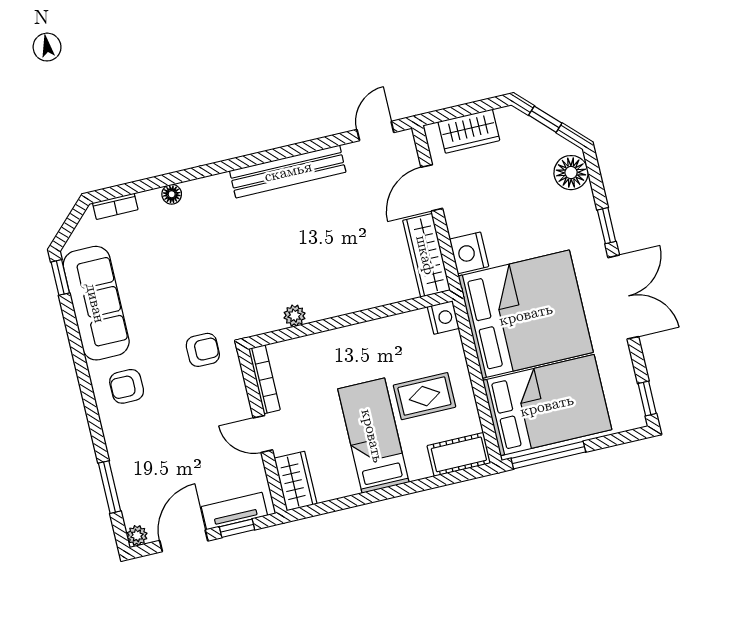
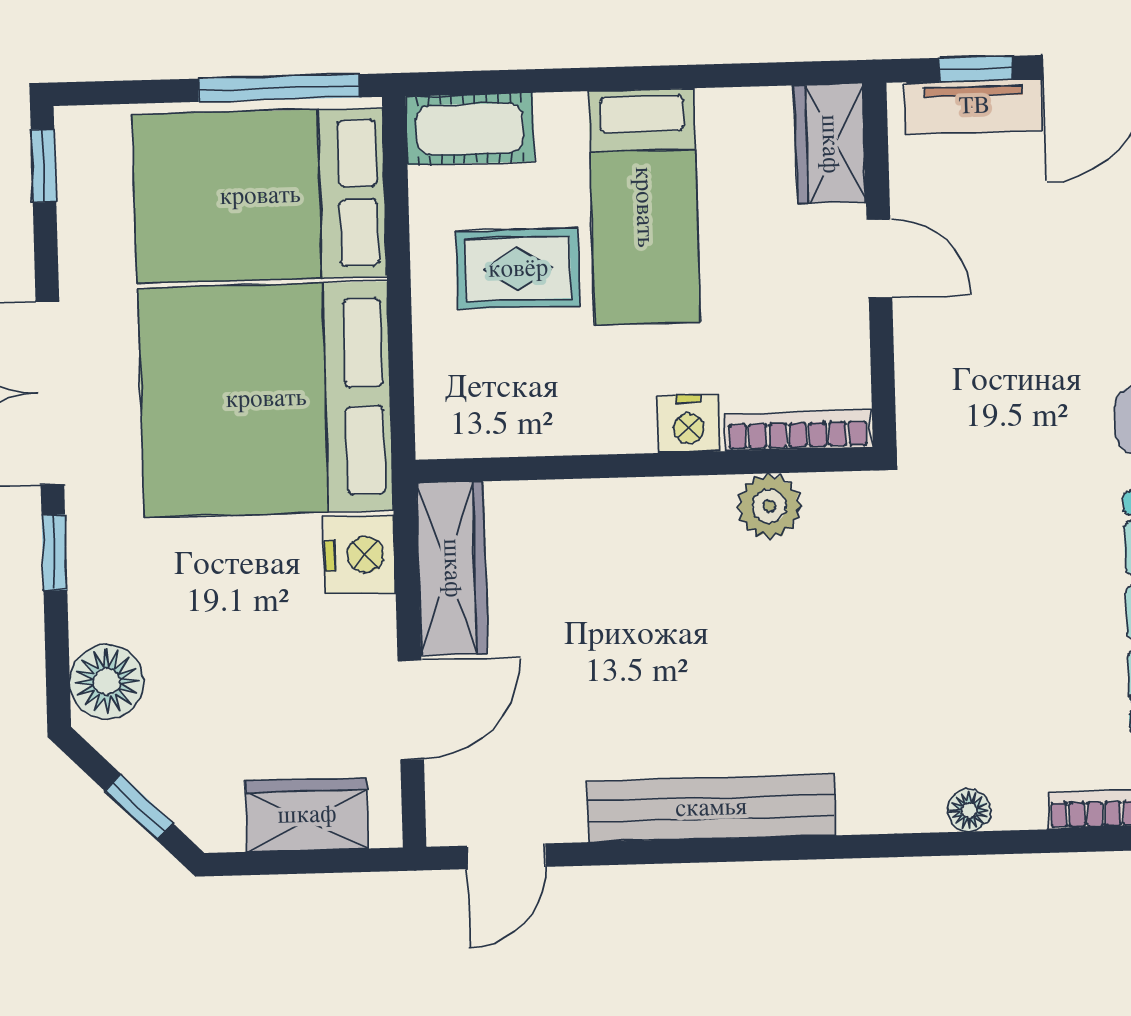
plant: (294, 316) -> (769, 506), width x1.38, depth x1.38
nightstand: (443, 318) -> (689, 424), moved, turned -90
armchair: (203, 350) -> (971, 464), removed
bookcase: (264, 379) -> (798, 430), moved, turned 90

